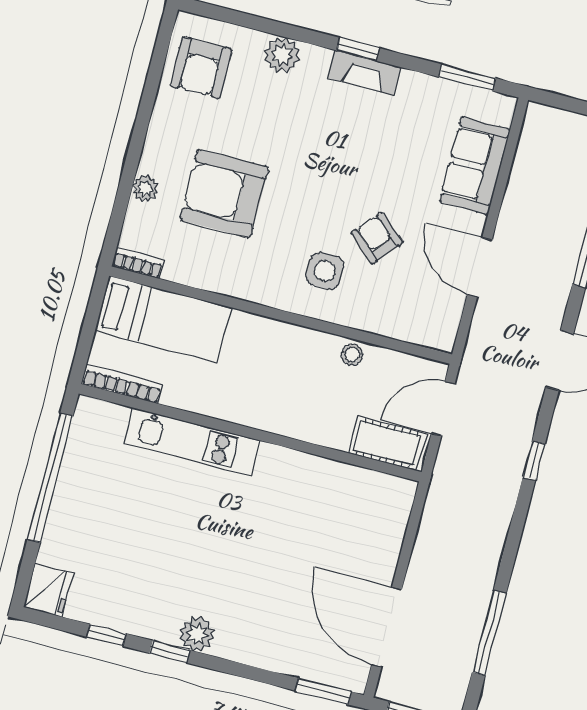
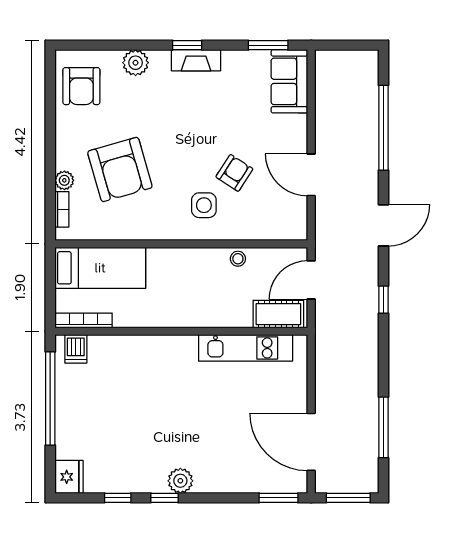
sofa: (475, 166) -> (289, 81), moved
armchair: (224, 193) -> (120, 169), turned -106
armchair: (377, 238) -> (234, 173), turned 82
bookcase: (138, 263) -> (62, 209), moved, turned 90
dishwasher: (102, 420) -> (76, 349), added
kitchen unit: (191, 442) -> (246, 348), moved

